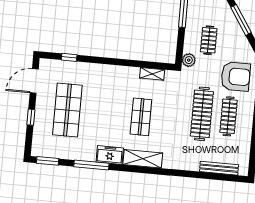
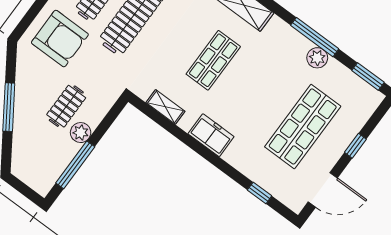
plant: (189, 60) -> (81, 133), moved
armchair: (236, 76) -> (60, 39), turned 180
plant: (83, 154) -> (317, 58), added
freezer: (110, 155) -> (211, 135), moved, turned 180

